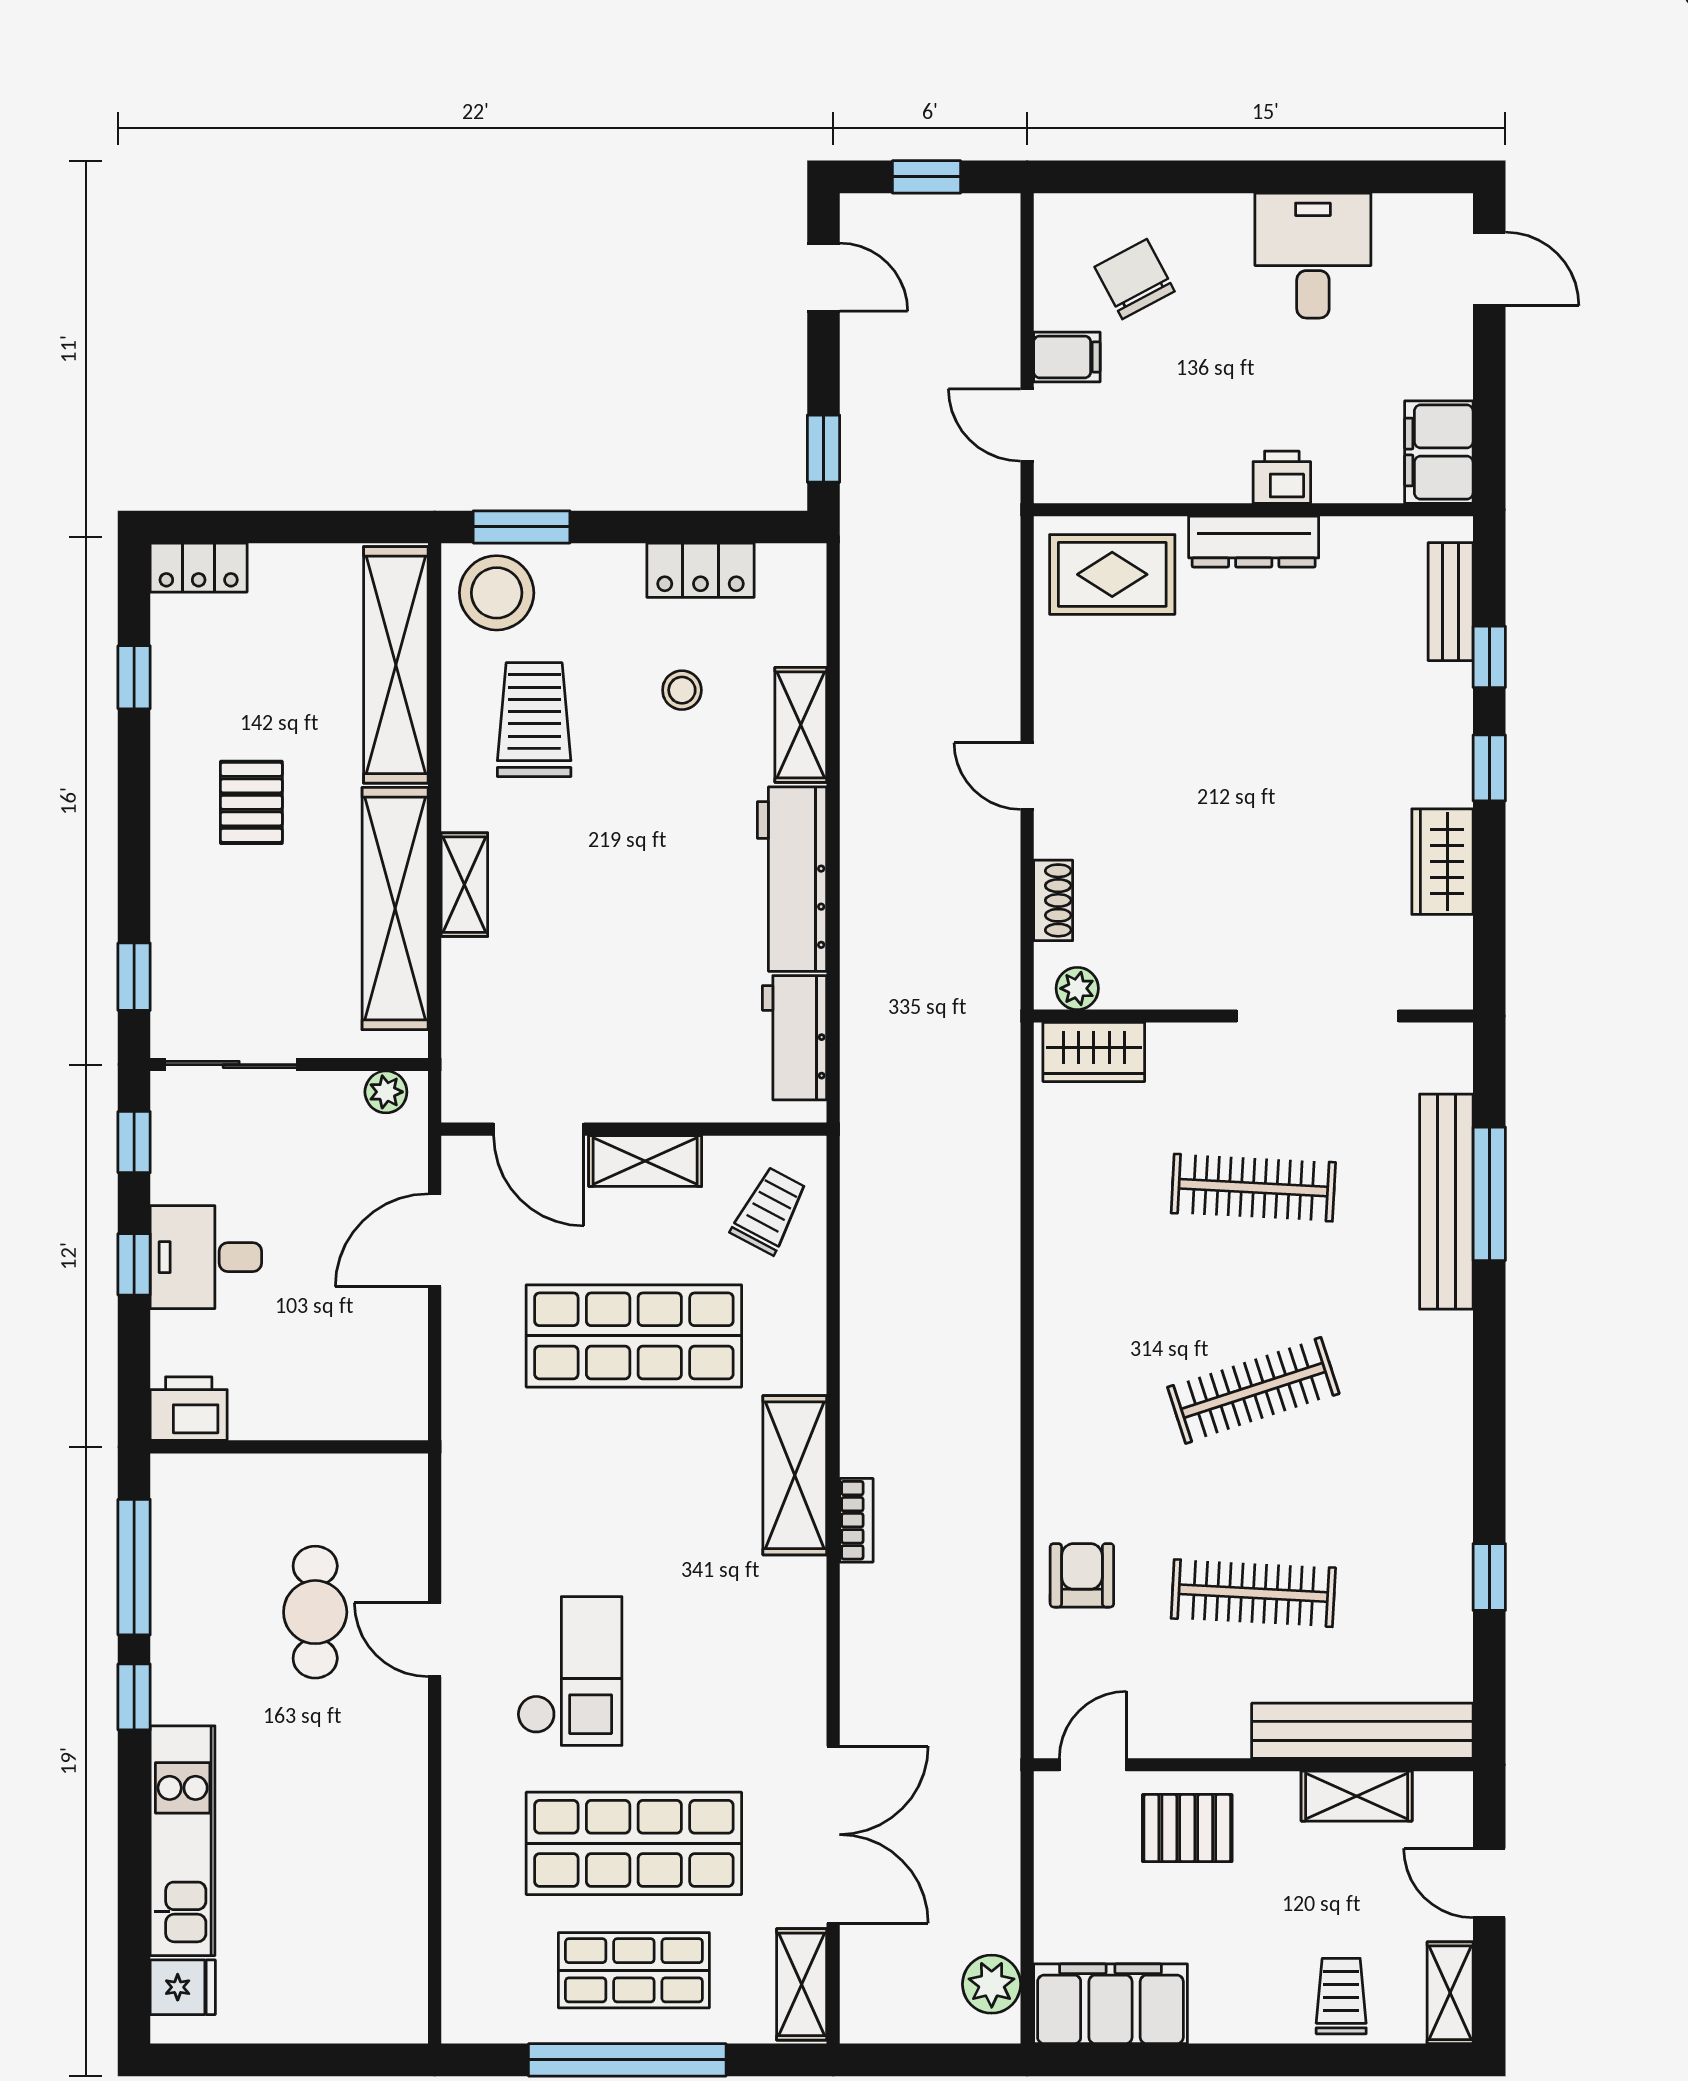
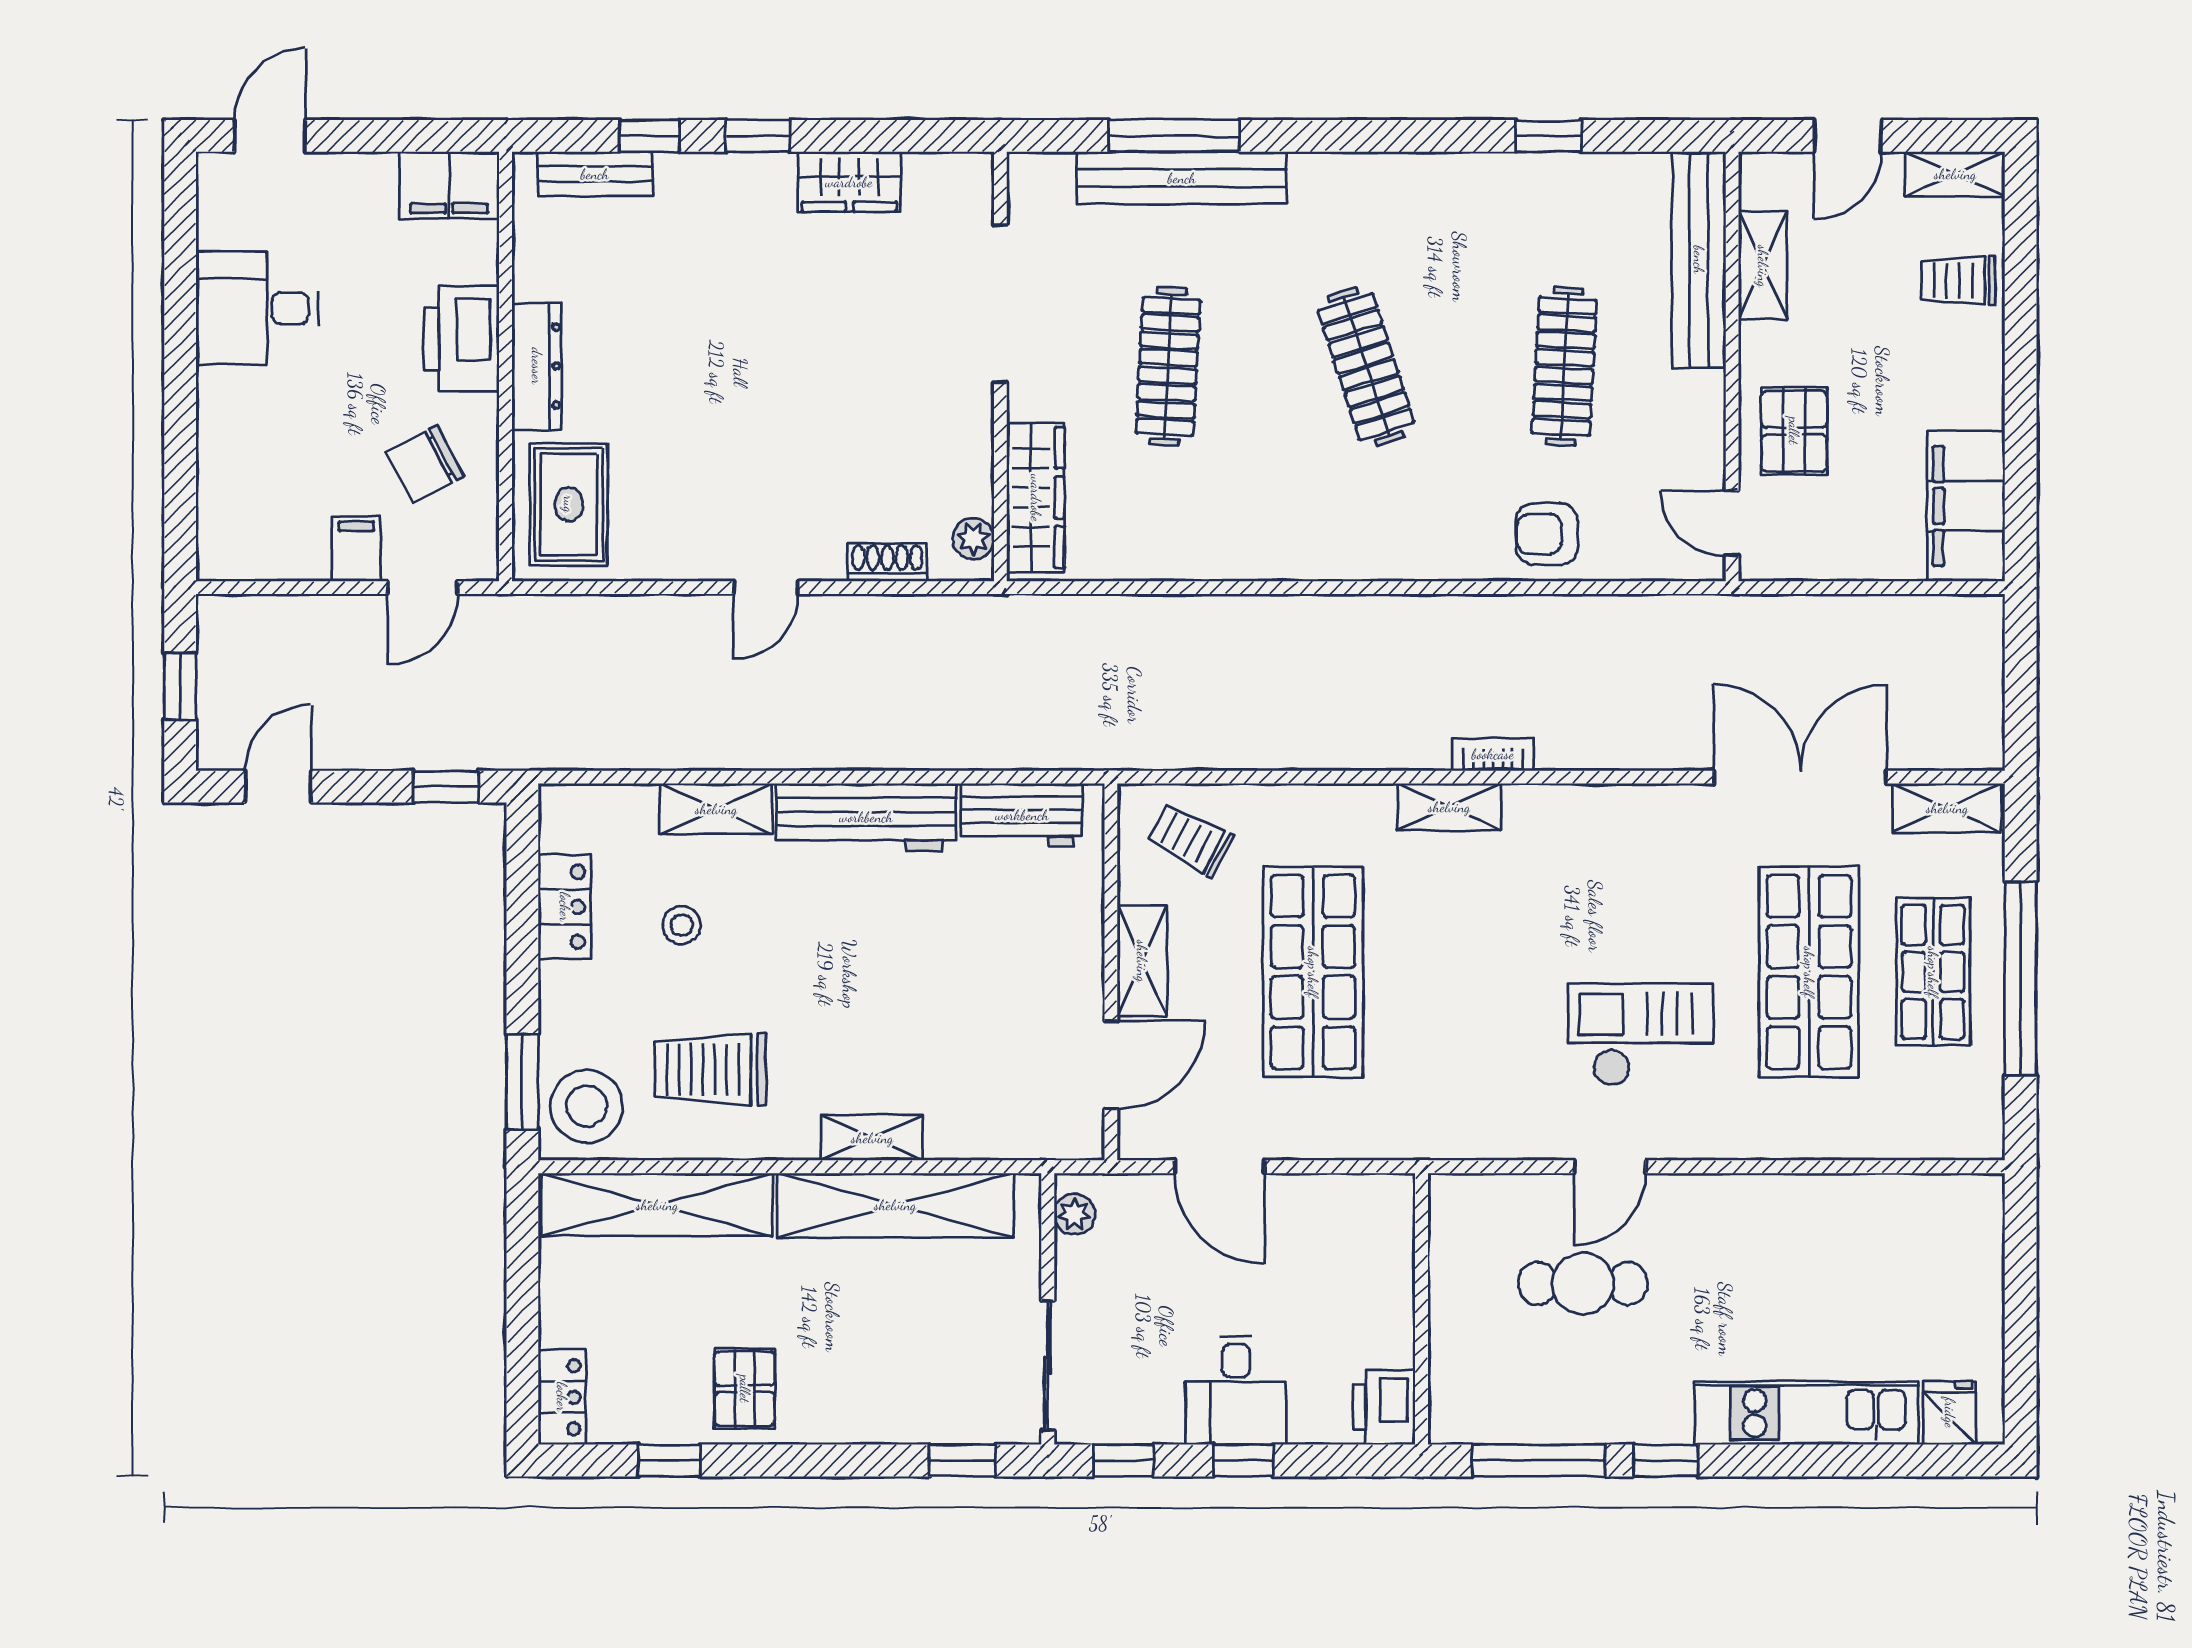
chair: (1135, 279) -> (425, 464), moved
printer: (1282, 477) -> (461, 339), width x1.87, depth x1.48
pallet: (251, 802) -> (745, 1389), moved, turned 90
wardrobe: (1094, 1052) -> (1036, 498), width x1.50
shelving: (795, 1475) -> (1449, 807), width x0.67, depth x0.75
plant: (992, 1984) -> (1947, 622), removed

